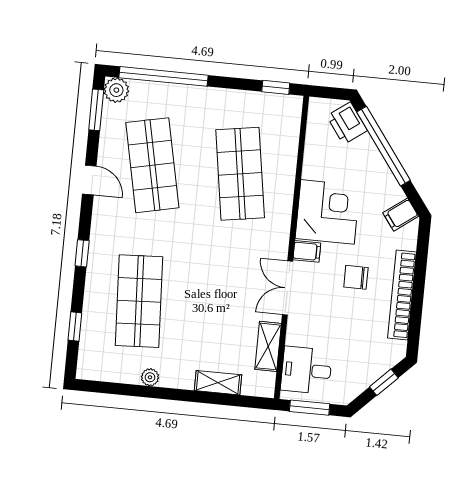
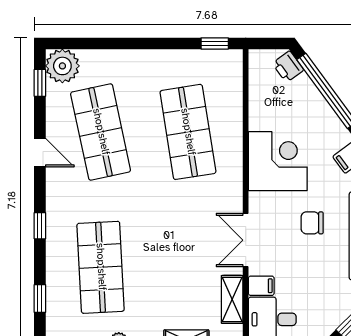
window: (163, 76) -> (103, 43), removed
plant: (116, 90) -> (62, 66), width x1.36, depth x1.36
window: (96, 110) -> (40, 83), width x0.67
printer: (347, 123) -> (288, 67), width x0.73, depth x0.81
filing cabinet: (307, 251) -> (261, 286), moved

